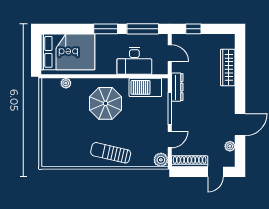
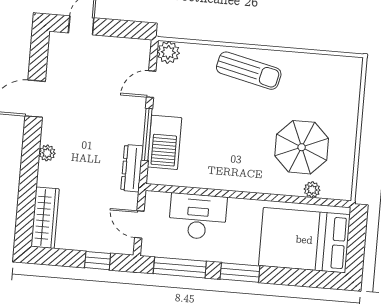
wardrobe: (228, 67) -> (45, 218), moved
barbecue: (145, 87) -> (164, 142), moved, turned 90
parasol: (105, 103) -> (302, 147), moved
plant: (230, 146) -> (47, 153), moved
shoe rack: (190, 161) -> (122, 46), removed

